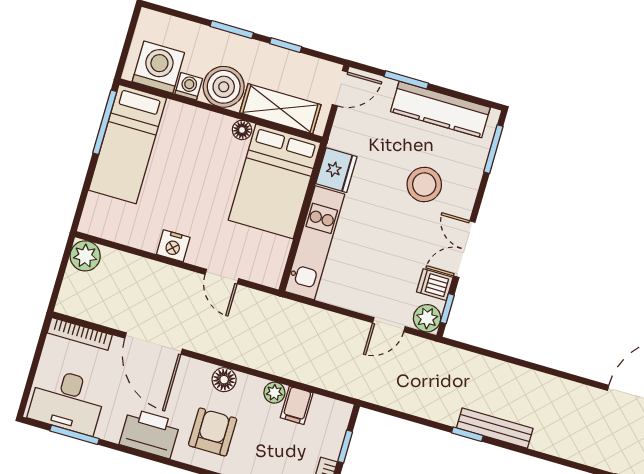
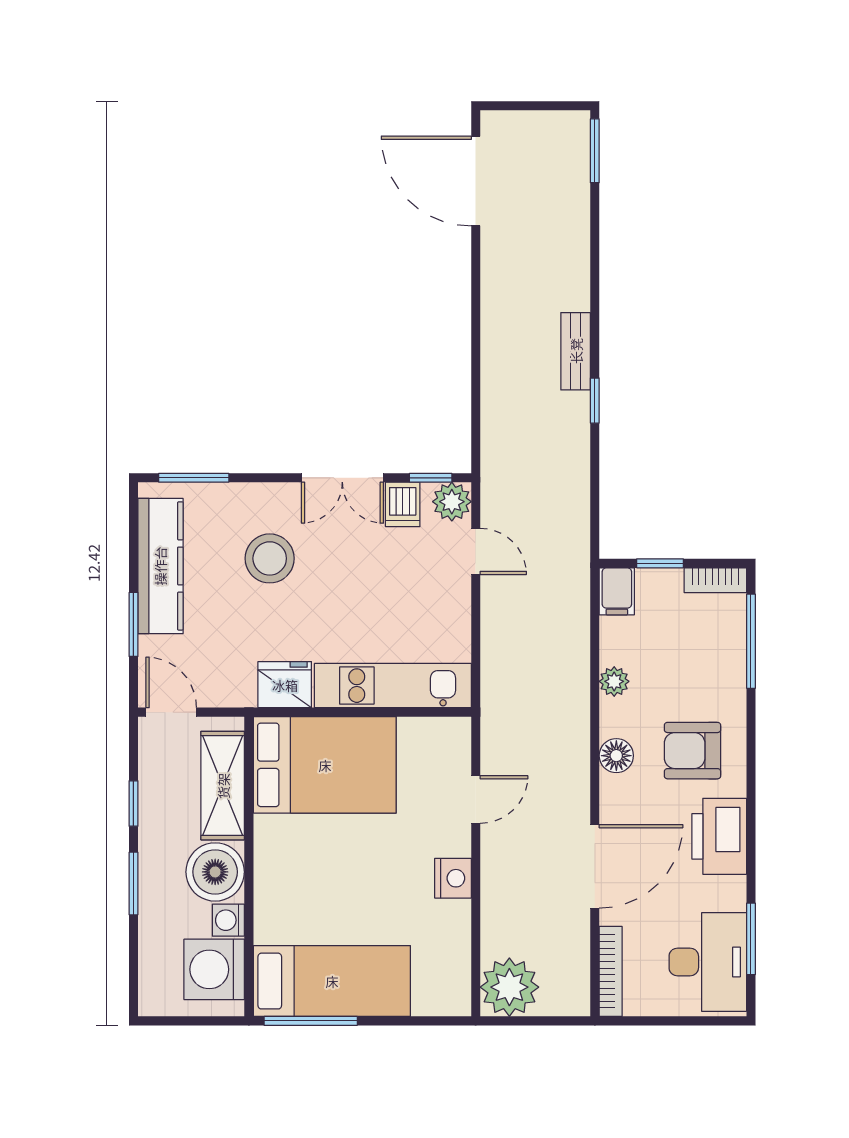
floor lamp: (242, 130) -> (267, 830), removed
plant: (85, 256) -> (509, 987), width x1.36, depth x1.36
filing cabinet: (297, 405) -> (617, 591), moved, turned 90
bench: (495, 428) -> (576, 351), width x0.73

